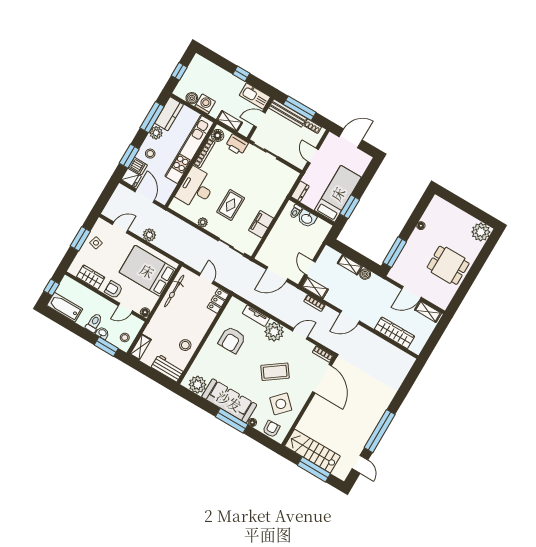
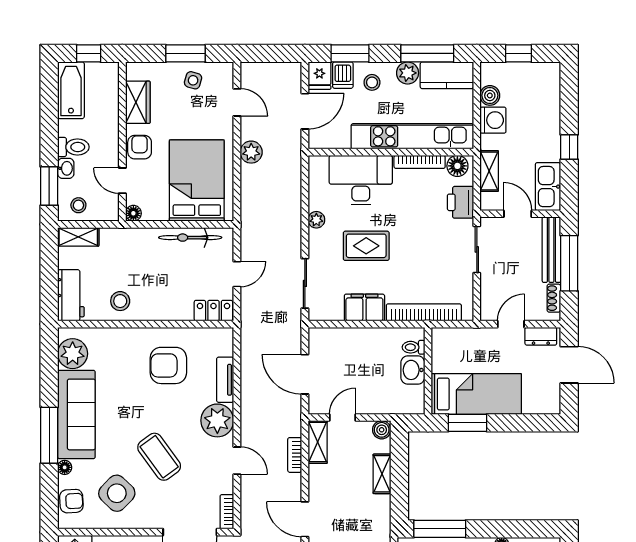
dresser: (300, 191) -> (541, 336), moved
bookcase: (281, 196) -> (424, 312), added
boiler: (365, 274) -> (382, 430), moved

